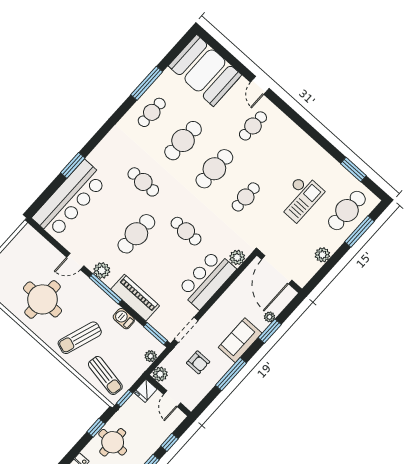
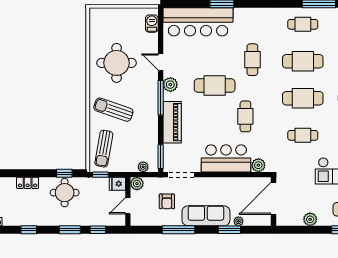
barbecue: (124, 319) -> (152, 24), moved
sofa: (240, 340) -> (206, 216), width x1.36

